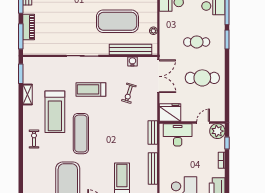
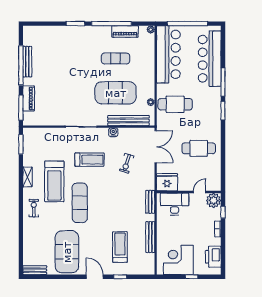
cafe table: (197, 42) -> (175, 104), moved, width x1.37, depth x1.35
water cooler: (132, 62) -> (113, 132), moved
treadmill: (91, 89) -> (90, 160), turned 180
shelving: (28, 95) -> (27, 177), moved

